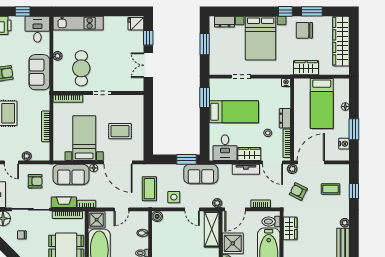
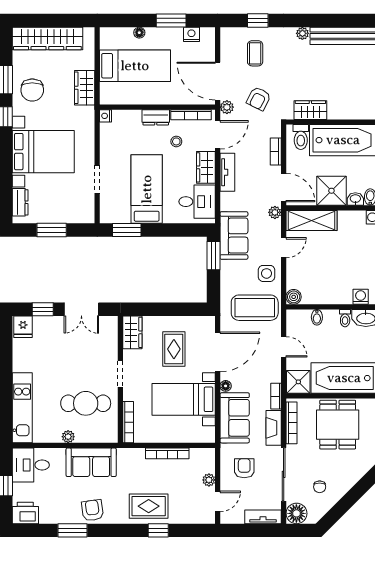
wardrobe: (132, 102) -> (132, 332), added
coffee table: (149, 189) -> (255, 308), width x1.36, depth x1.32

